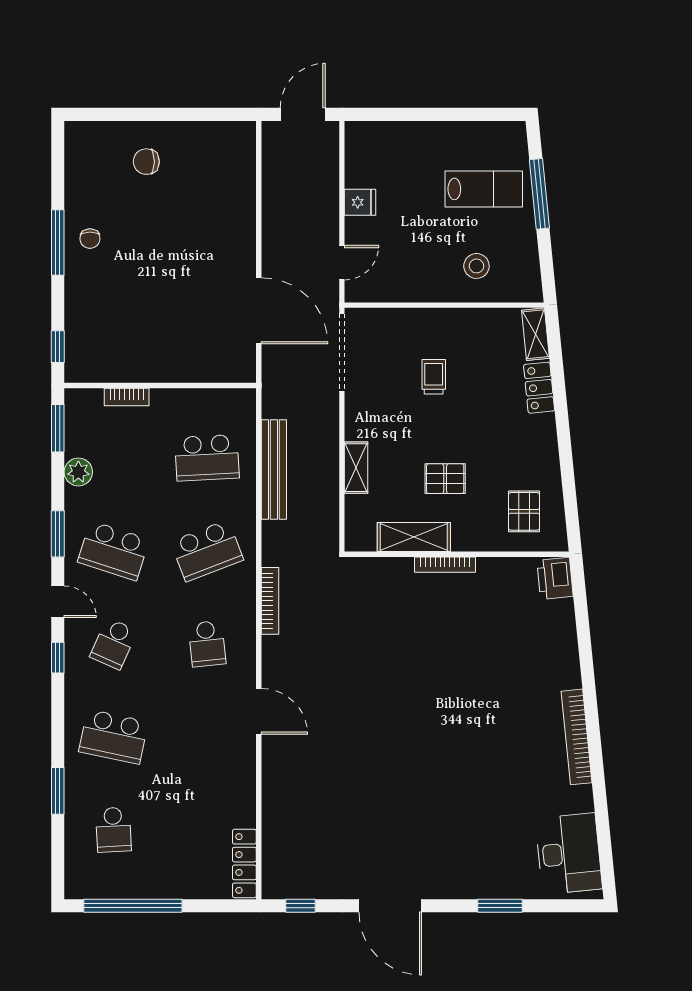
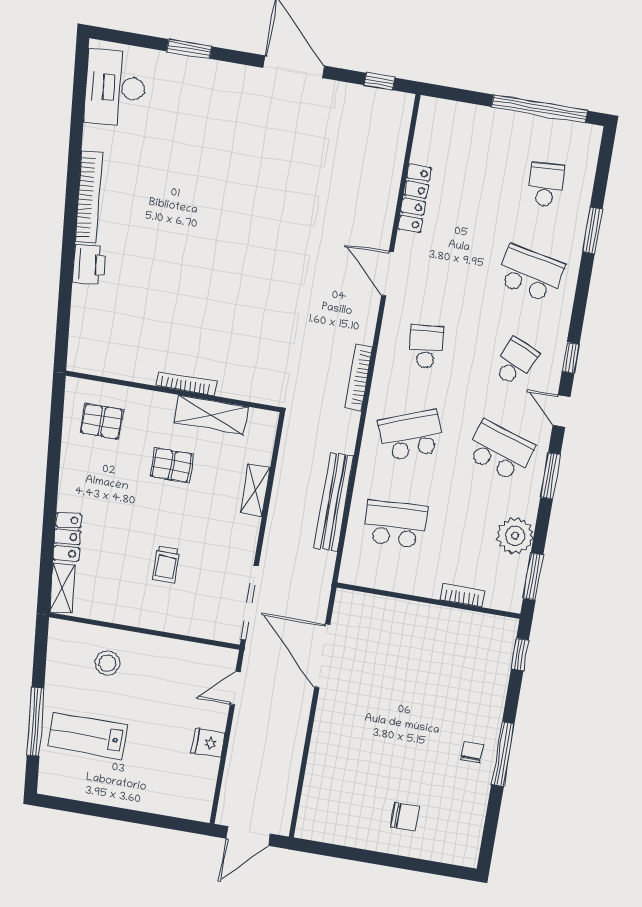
plant: (78, 472) -> (515, 536), width x1.36, depth x1.36
pallet: (524, 511) -> (102, 421), turned 90
printer: (555, 578) -> (89, 264), moved
locker: (244, 863) -> (415, 198), moved

